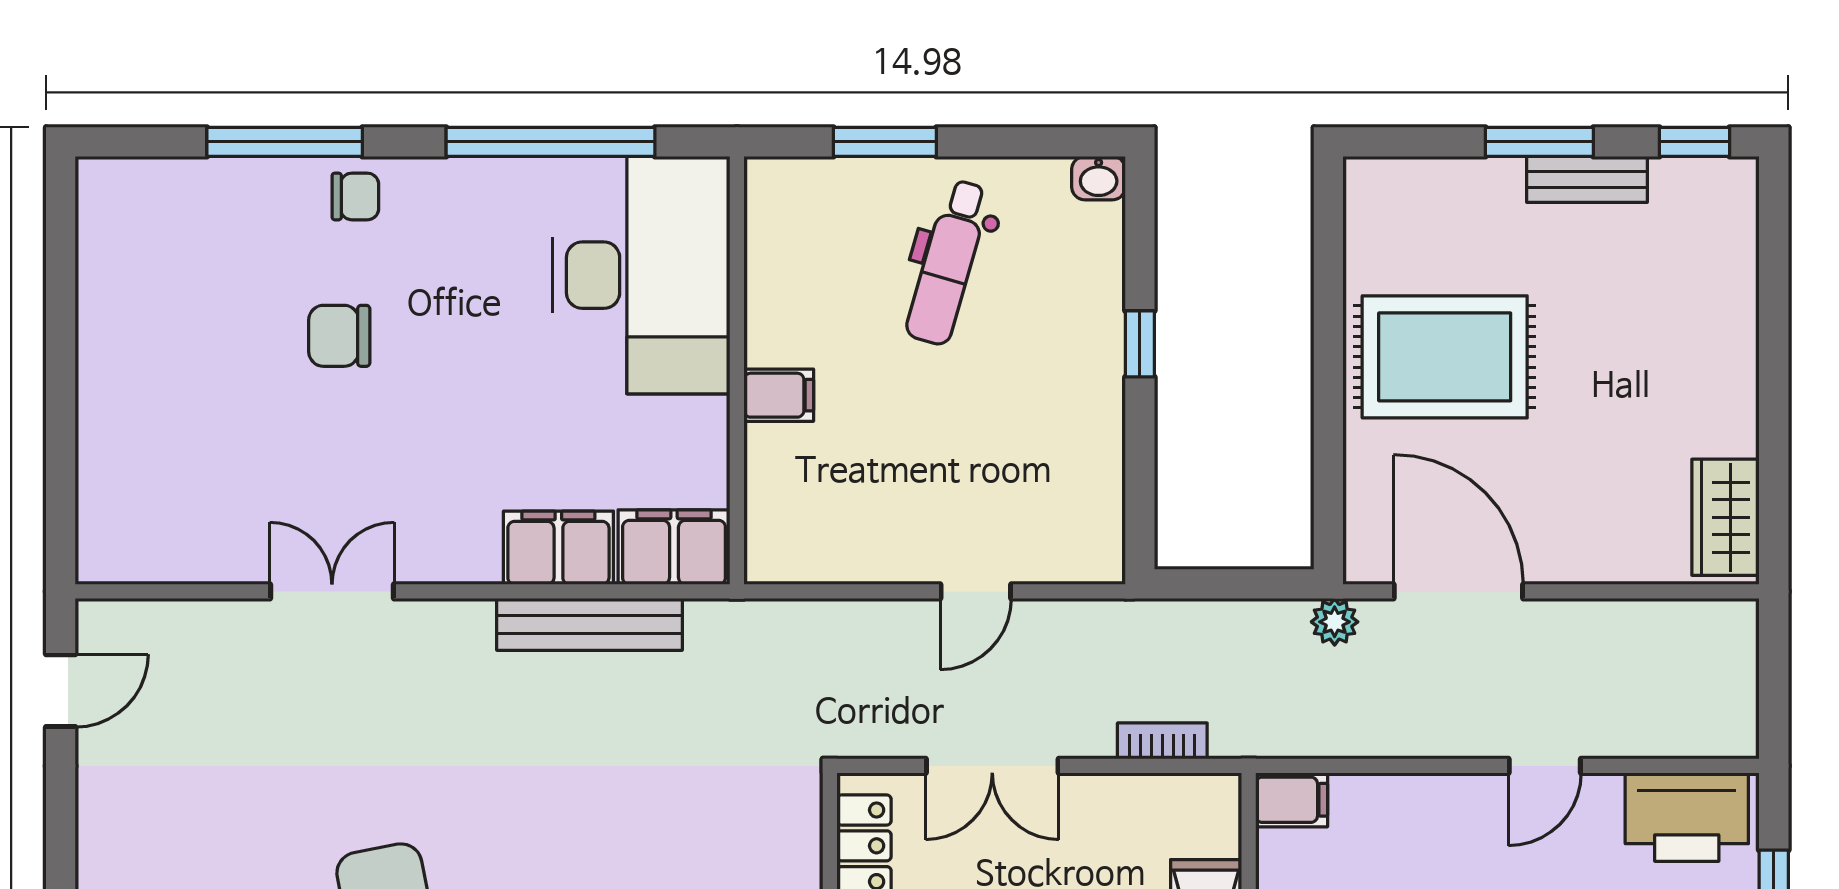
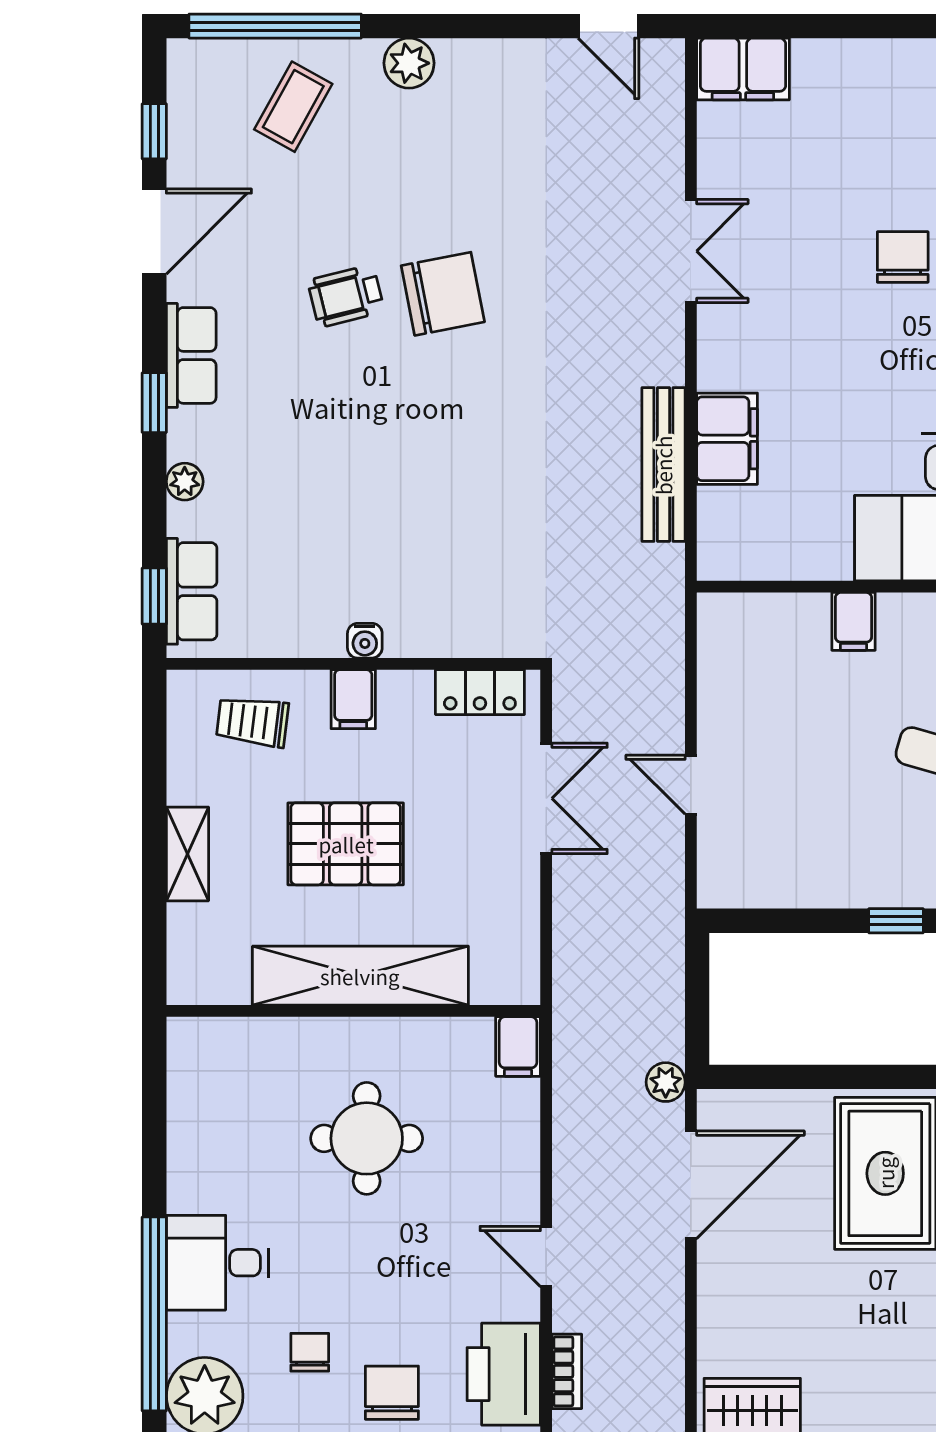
filing cabinet: (674, 547) -> (743, 69), moved, turned 90
bookcase: (1162, 741) -> (567, 1371), moved
double door: (992, 766) -> (546, 798), swing flipped

